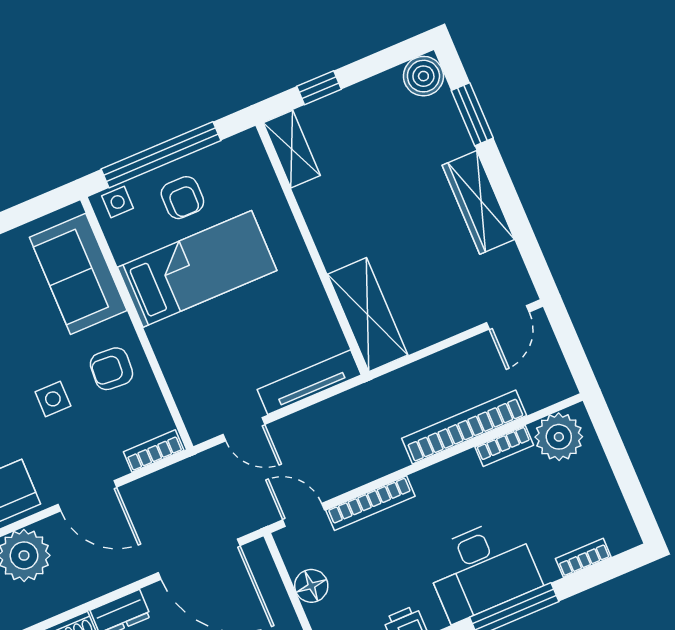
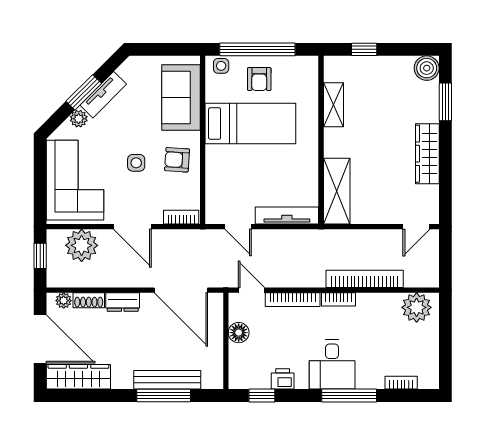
shelving: (292, 149) -> (334, 105), moved
bookcase: (504, 446) -> (338, 299), moved
desk: (482, 569) -> (332, 365), width x0.73

